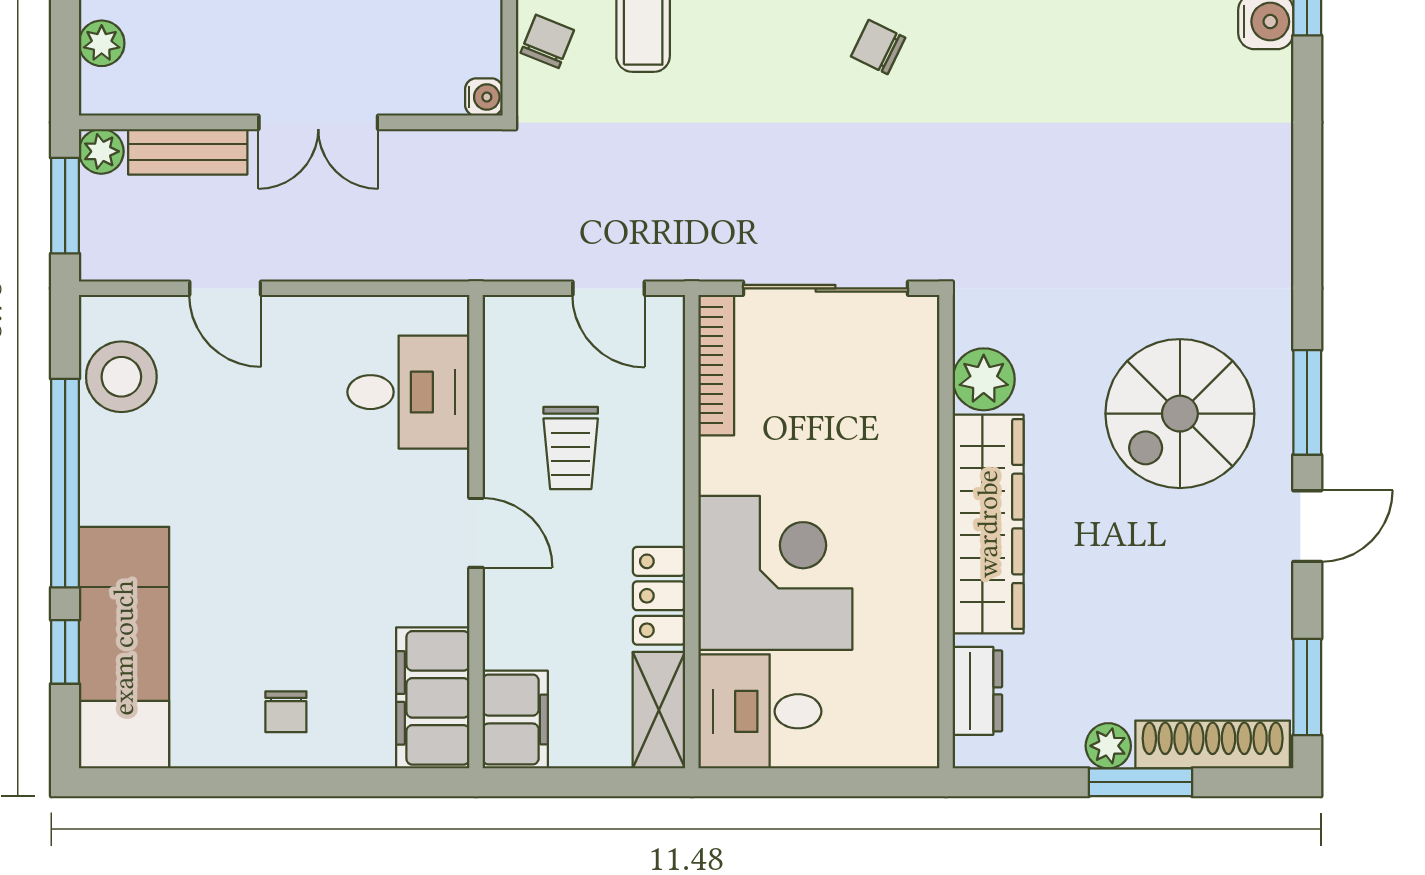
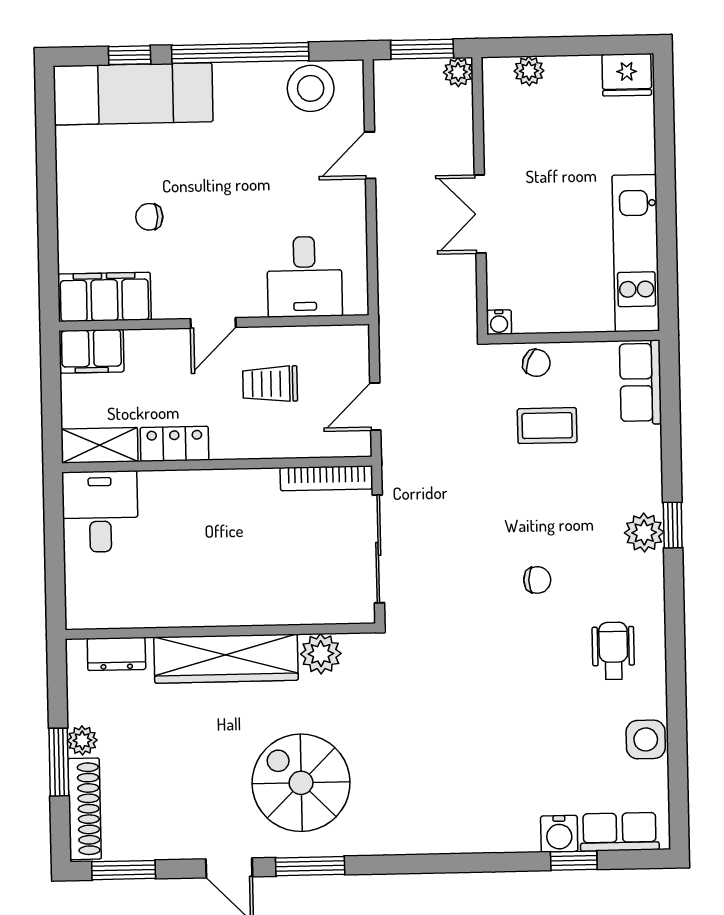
chair: (878, 47) -> (537, 580), turned 64
bench: (188, 152) -> (459, 129), removed
corner desk: (775, 573) -> (191, 520), removed
chair: (286, 712) -> (149, 217), moved

